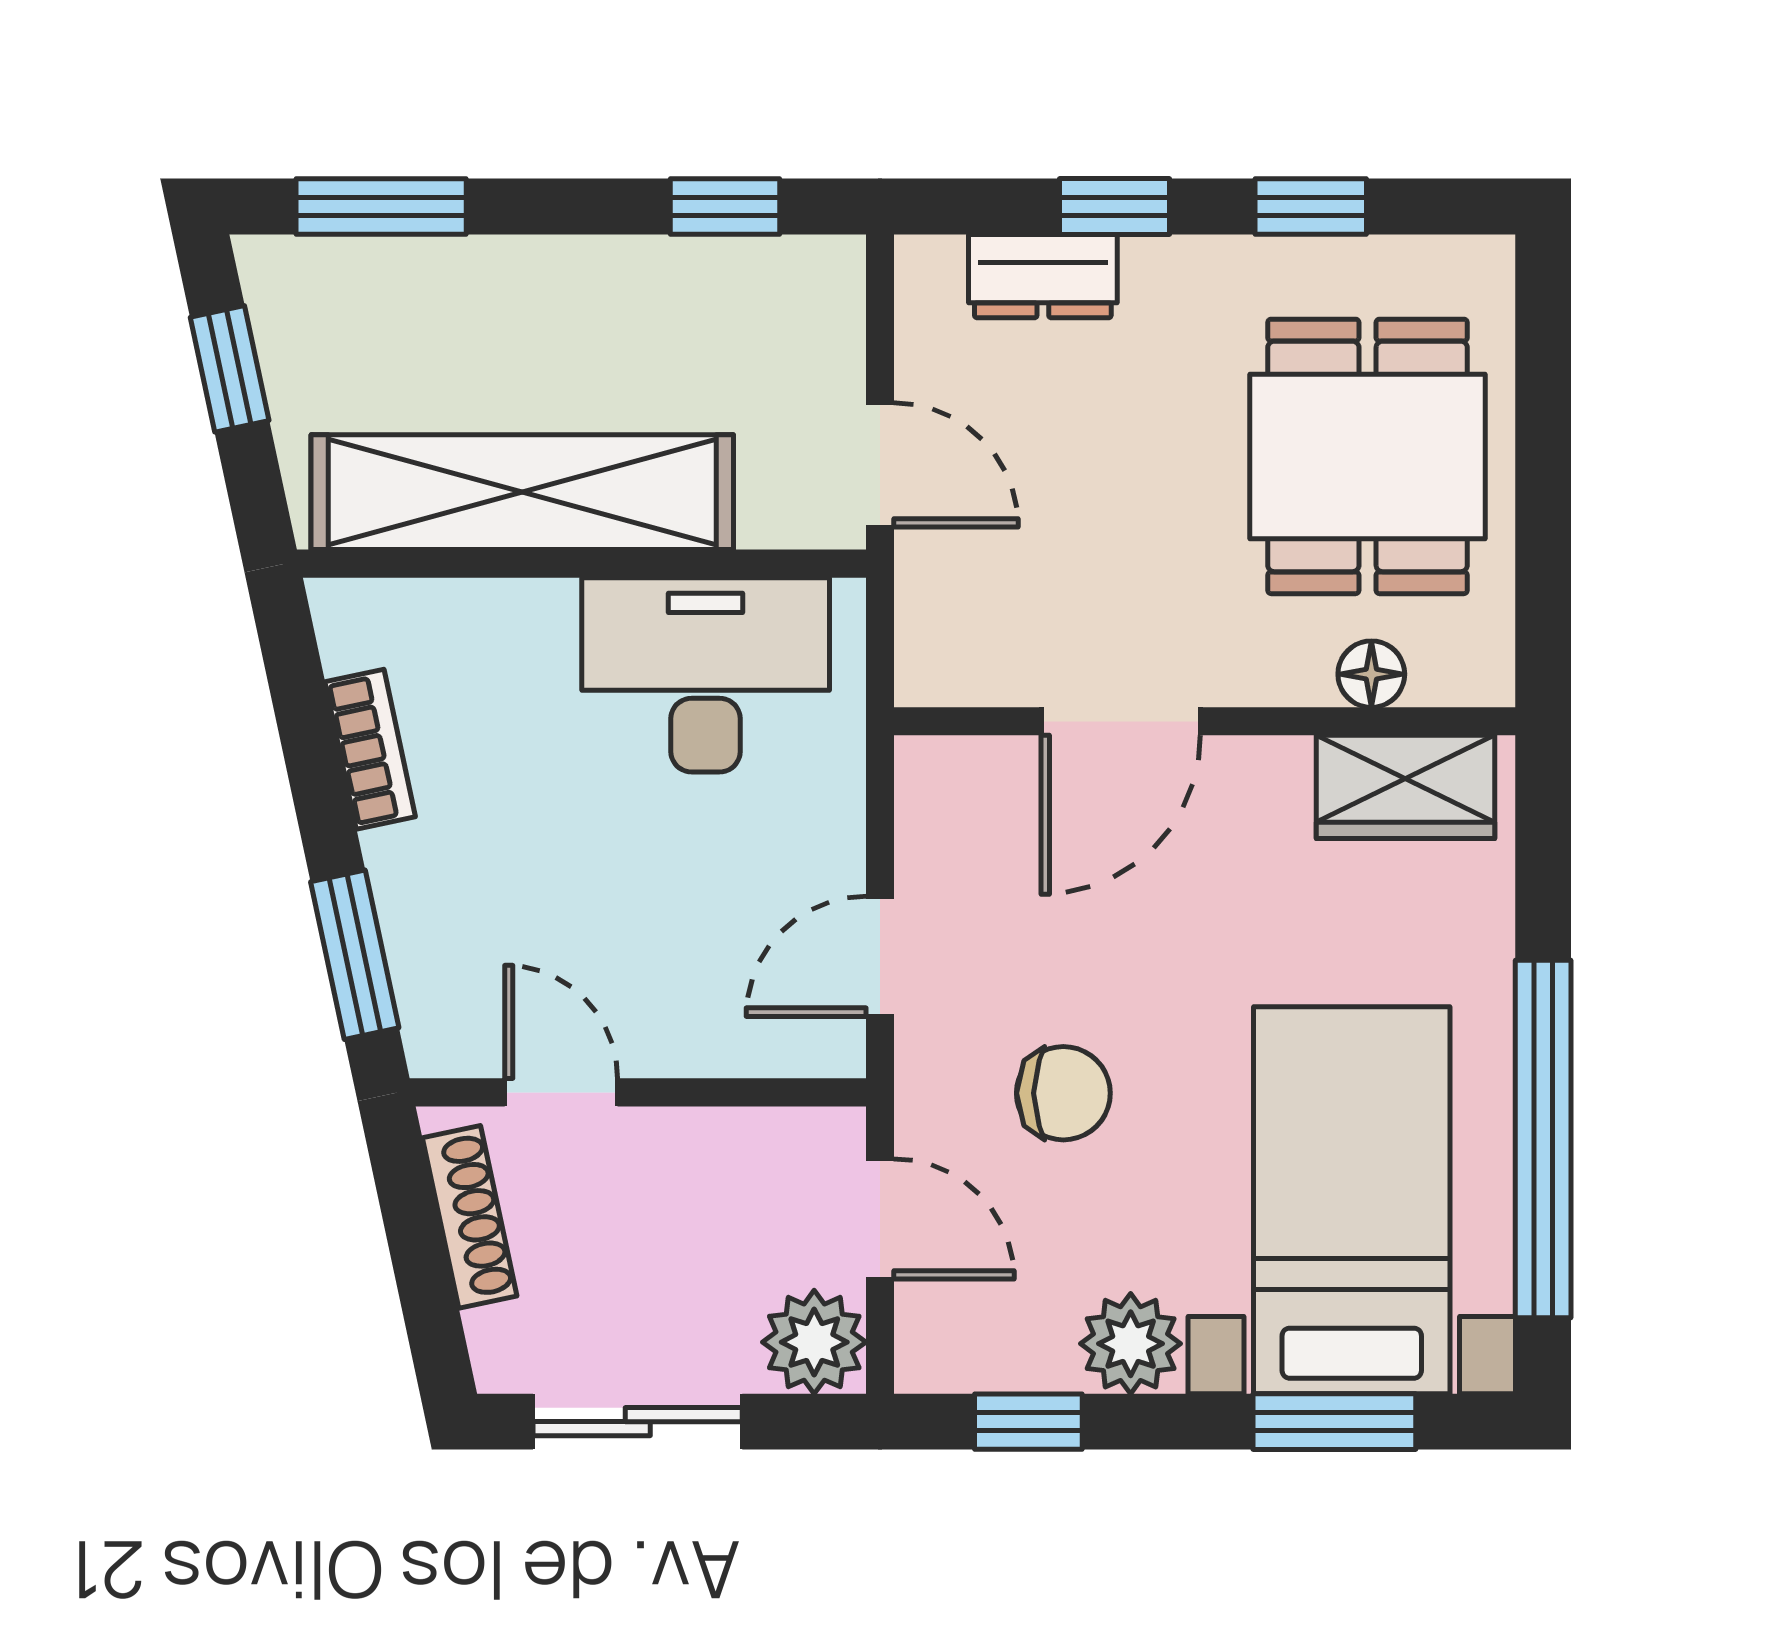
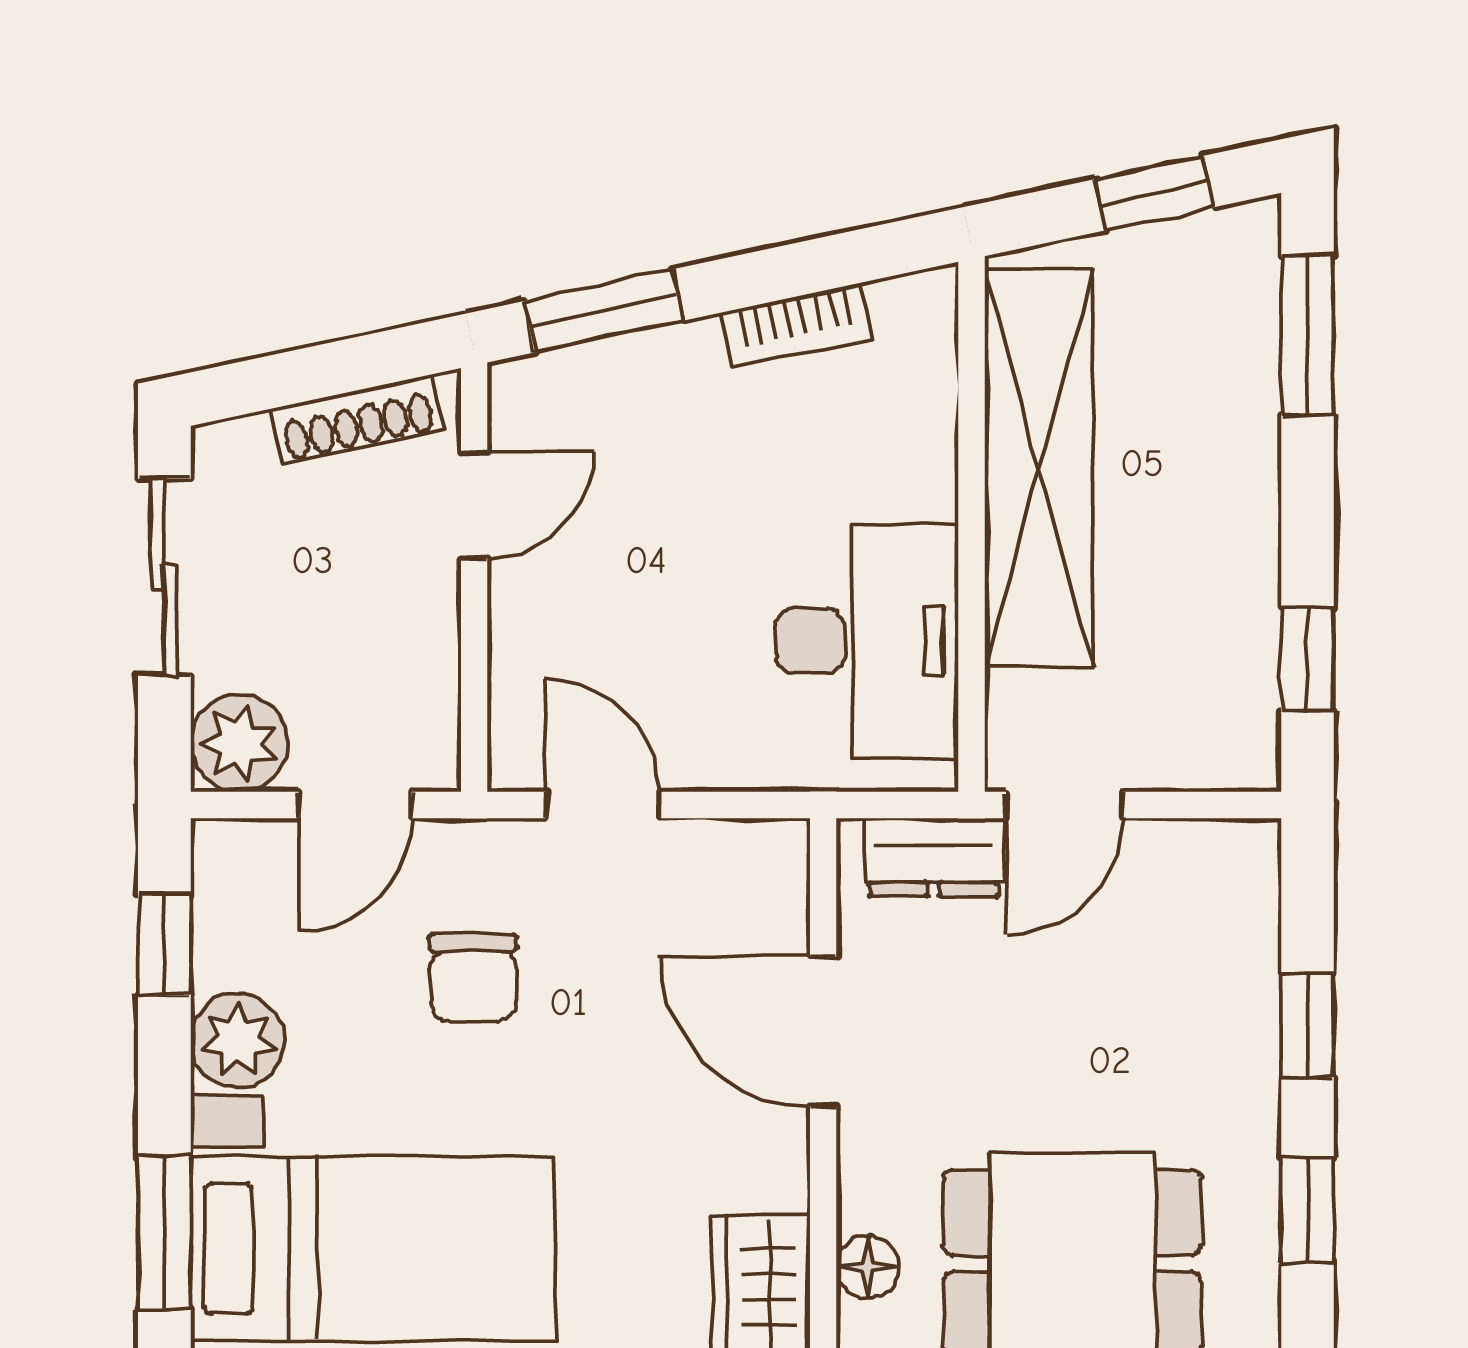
dresser: (1043, 276) -> (934, 857), moved, turned -90

